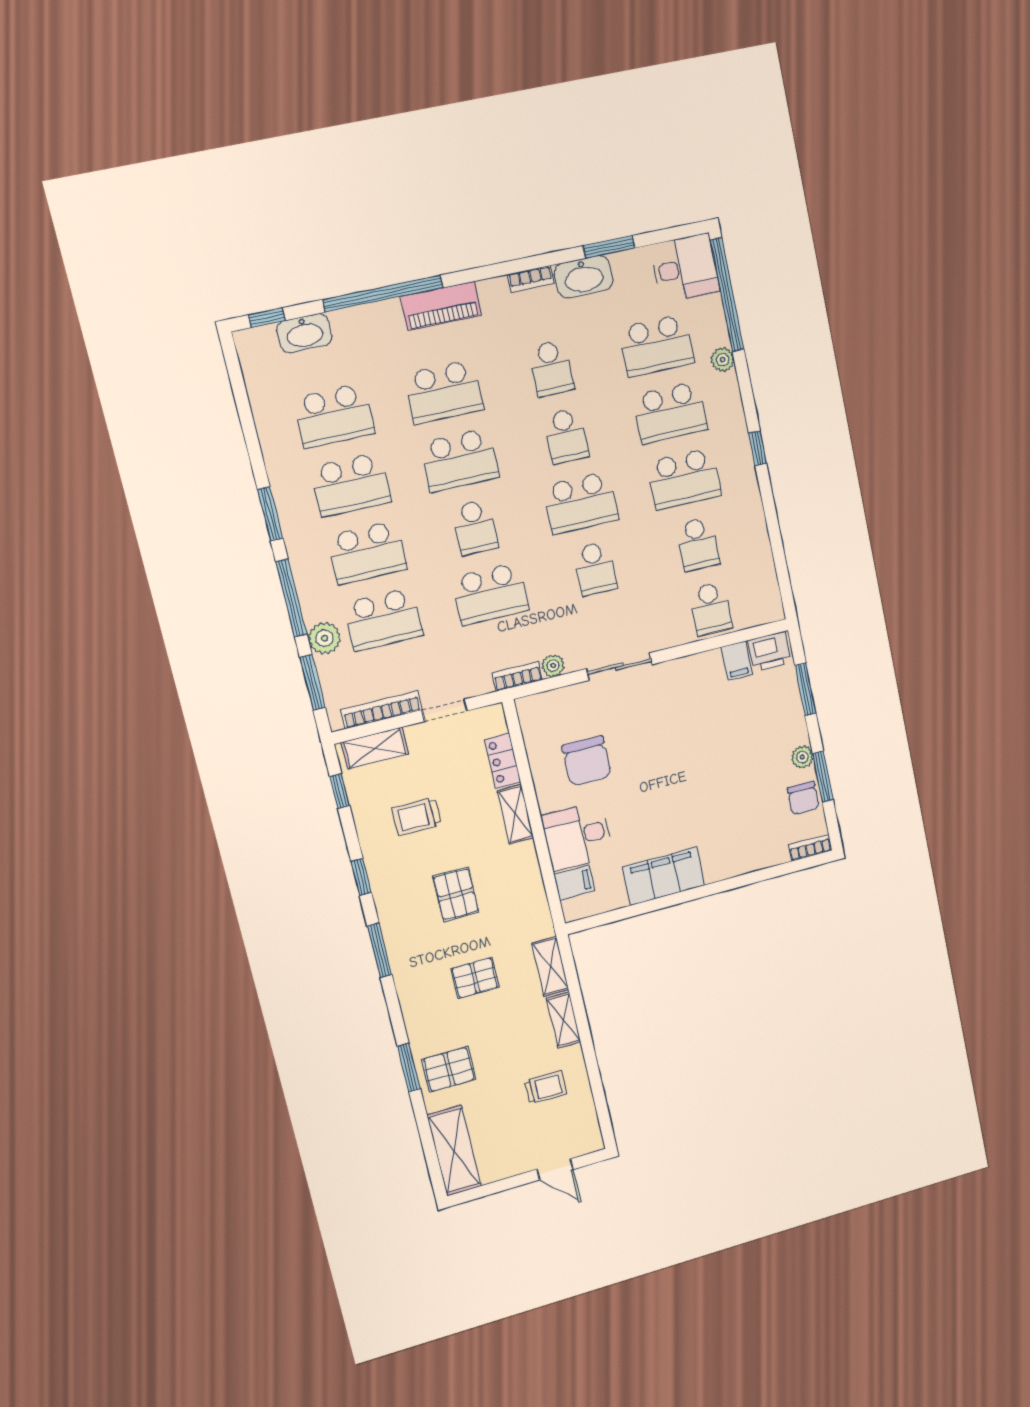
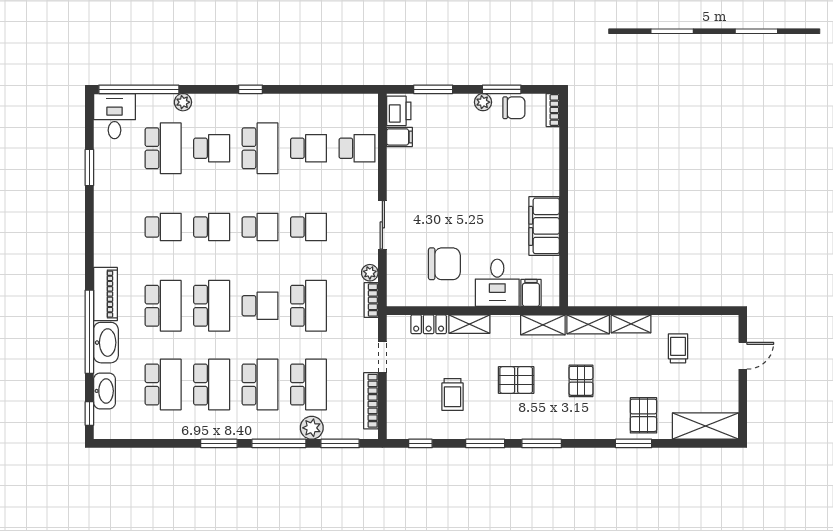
washbasin: (584, 277) -> (106, 343), moved
bookcase: (531, 279) -> (100, 228), removed
school desk: (670, 413) -> (212, 148), width x0.54
school desk: (581, 503) -> (260, 227), width x0.54
shelving: (375, 748) -> (543, 325), moved, turned 90
window: (361, 877) -> (485, 443), width x1.50

